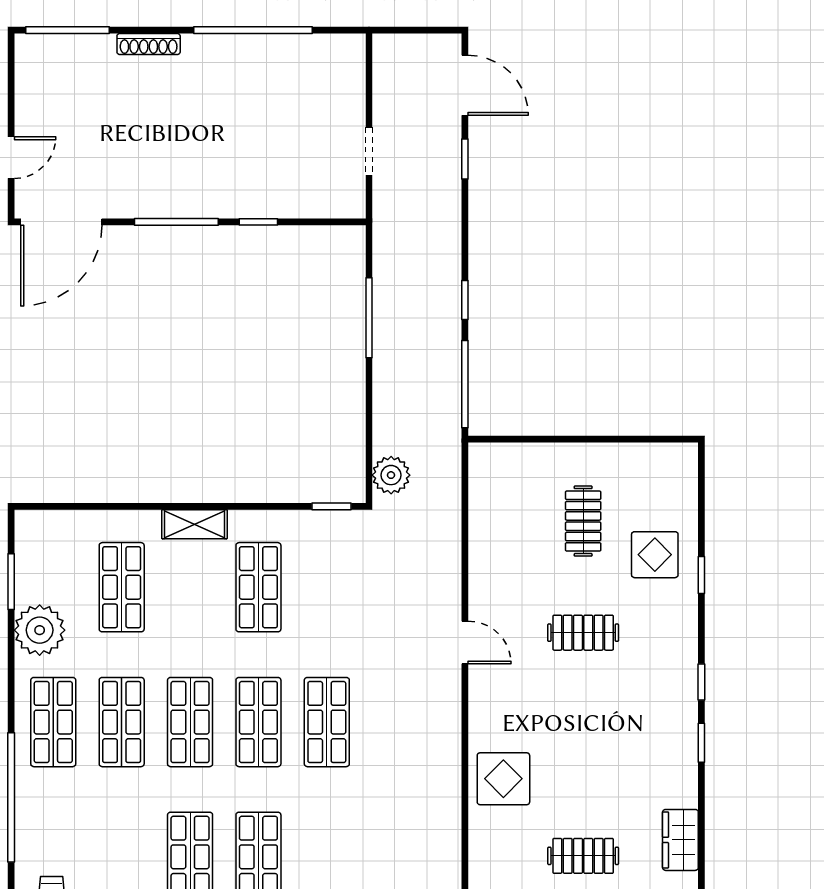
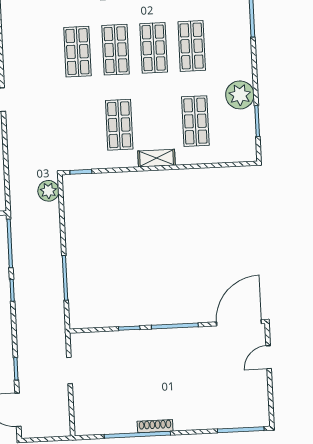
shoe rack: (149, 44) -> (155, 426), moved
shop shelf: (53, 722) -> (230, 44), removed

